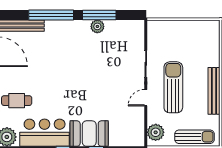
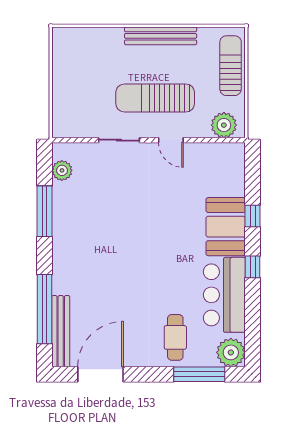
window: (51, 15) -> (44, 309), moved
plant: (97, 26) -> (62, 170), moved

